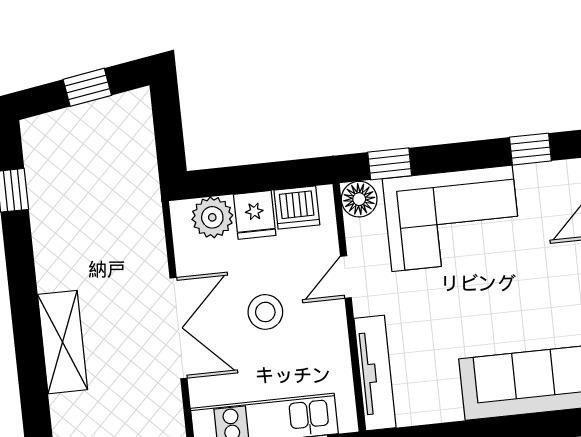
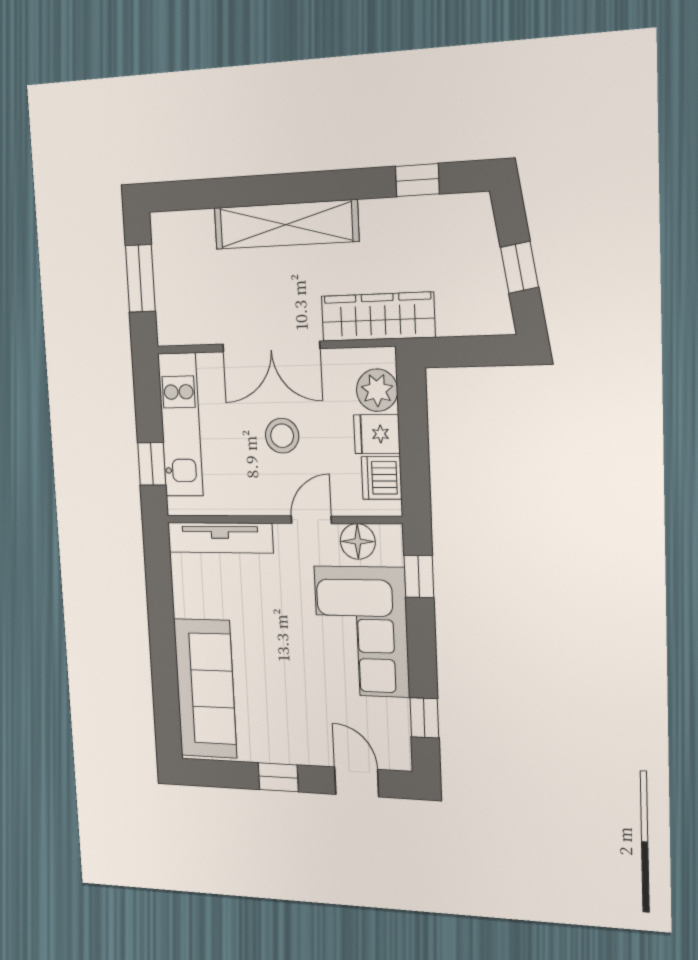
floor lamp: (359, 199) -> (358, 541), moved
wardrobe: (142, 221) -> (378, 317), added
door: (346, 277) -> (311, 520), hinge flipped
shelving: (63, 342) -> (286, 225), width x1.47

